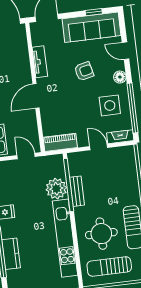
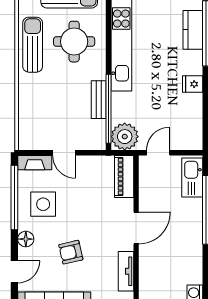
door: (126, 51) -> (14, 272), hinge flipped
piano: (60, 142) -> (124, 177), moved, turned 90
door: (26, 156) -> (158, 153), swing flipped
plant: (56, 189) -> (125, 137), moved

